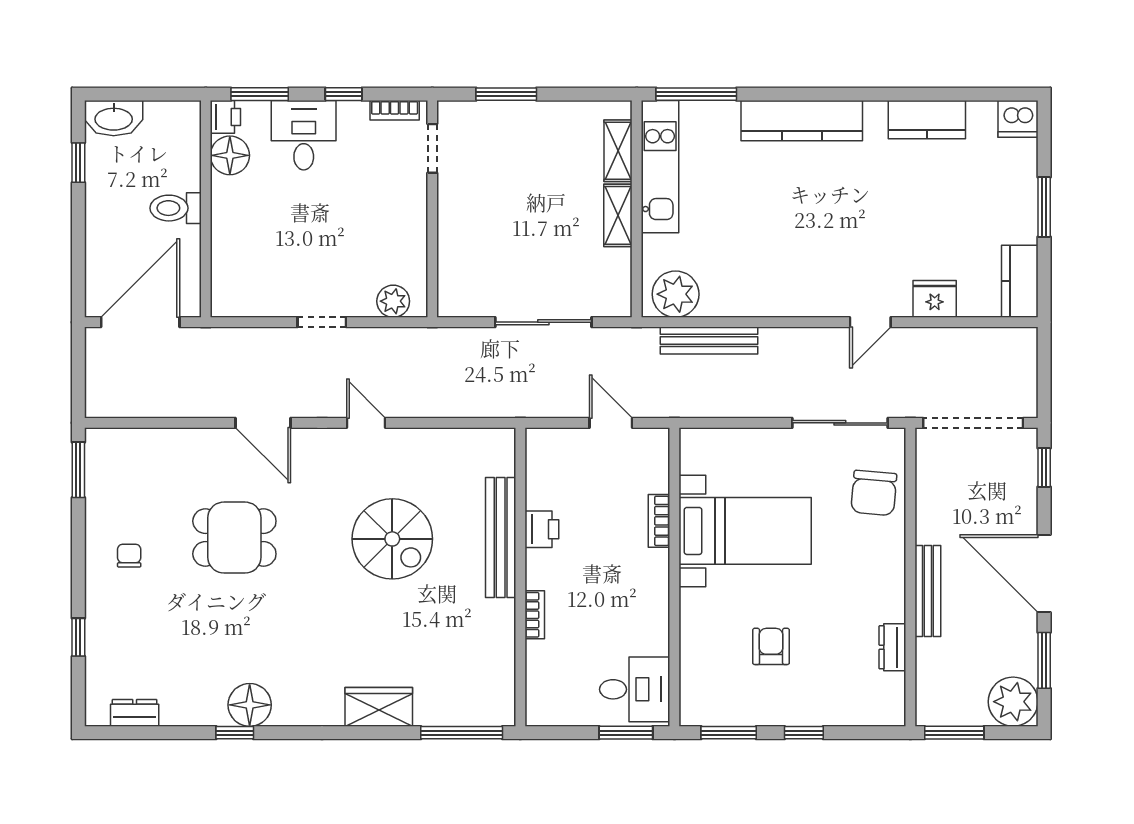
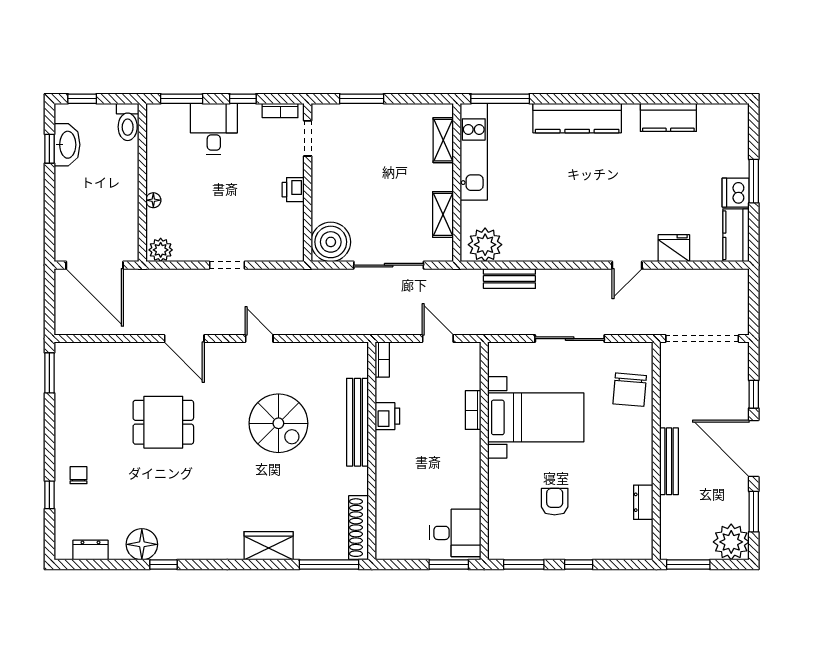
window: (123, 94) -> (82, 99), added
printer: (225, 117) -> (293, 190), moved, turned 180
washbasin: (114, 118) -> (67, 145), moved, turned -90
dishwasher: (1018, 119) -> (736, 193), moved, turned 90
floor lamp: (230, 155) -> (153, 200), moved, width x0.53, depth x0.53
toilet: (176, 208) -> (128, 122), moved, turned -90
shelving: (618, 215) -> (443, 214), moved
boiler: (464, 290) -> (331, 242), added
plant: (393, 301) -> (161, 250), moved
door: (140, 322) -> (95, 265), swing flipped
bench: (709, 340) -> (509, 278), width x0.73
sliding door: (840, 423) -> (570, 339), moved
window: (1044, 467) -> (754, 394), moved
chair: (129, 556) -> (79, 475), moved
bookcase: (535, 615) -> (382, 360), moved
shoe rack: (502, 682) -> (359, 528), added
floor lamp: (250, 705) -> (142, 544), moved

